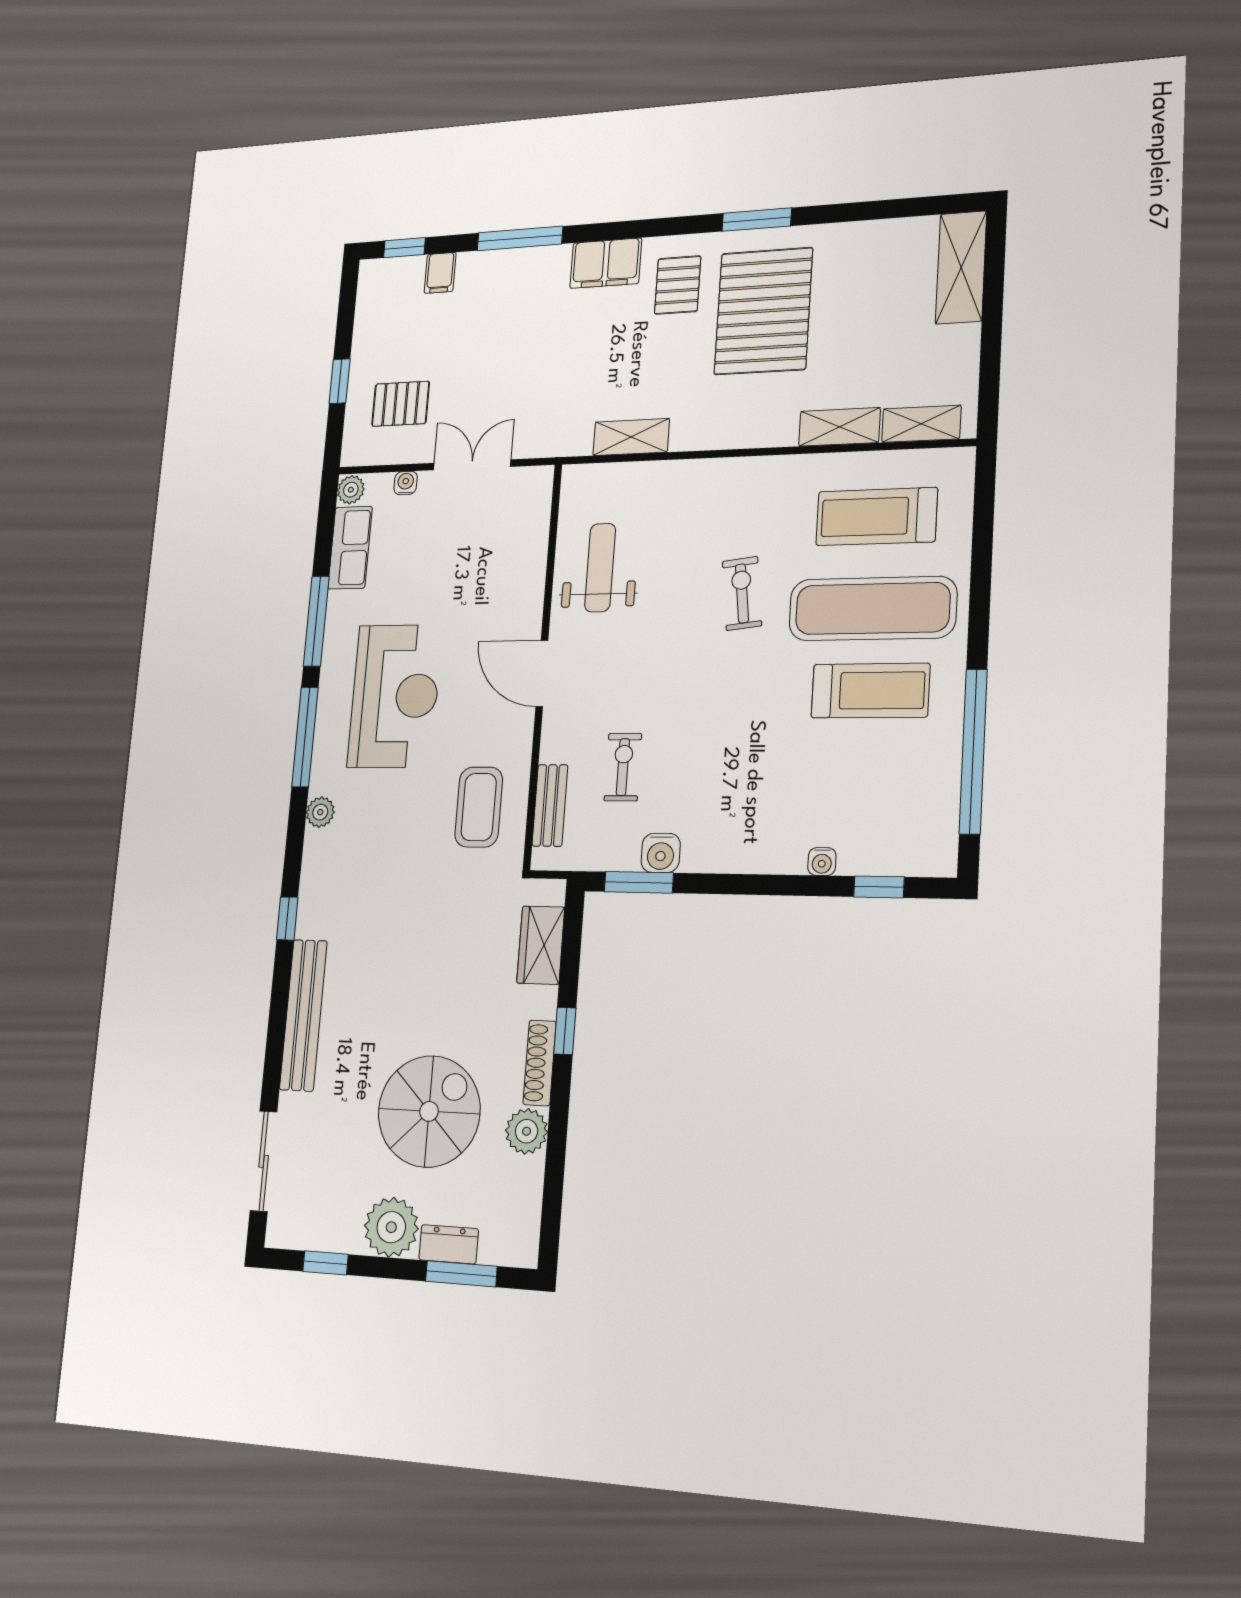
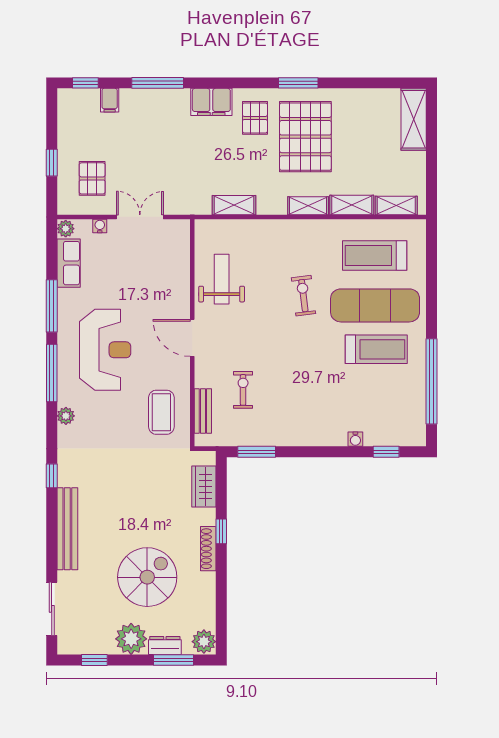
pallet: (401, 404) -> (92, 178), turned 90
shelving: (760, 432) -> (308, 206), added
water cooler: (661, 853) -> (268, 436), removed
plant: (527, 1131) -> (204, 642), moved

